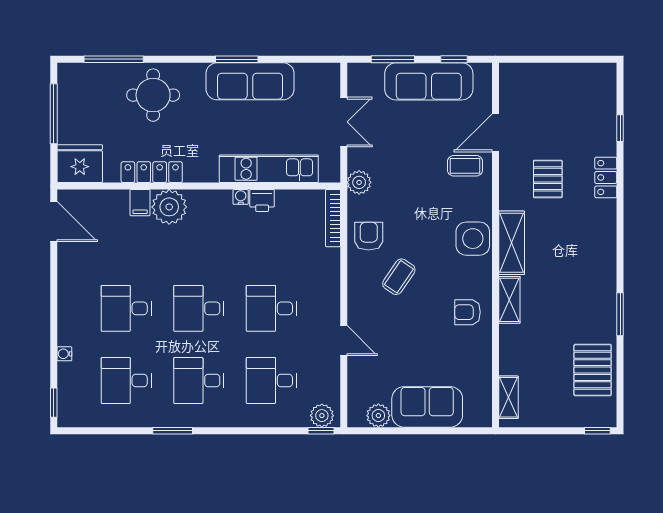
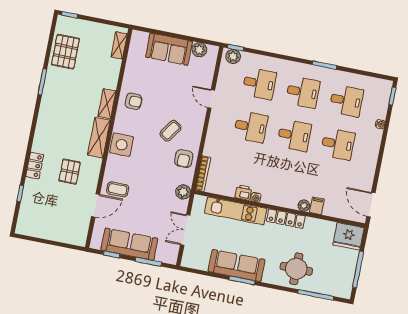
locker: (152, 172) -> (286, 219), moved
plant: (169, 207) -> (304, 206), width x0.53, depth x0.53

